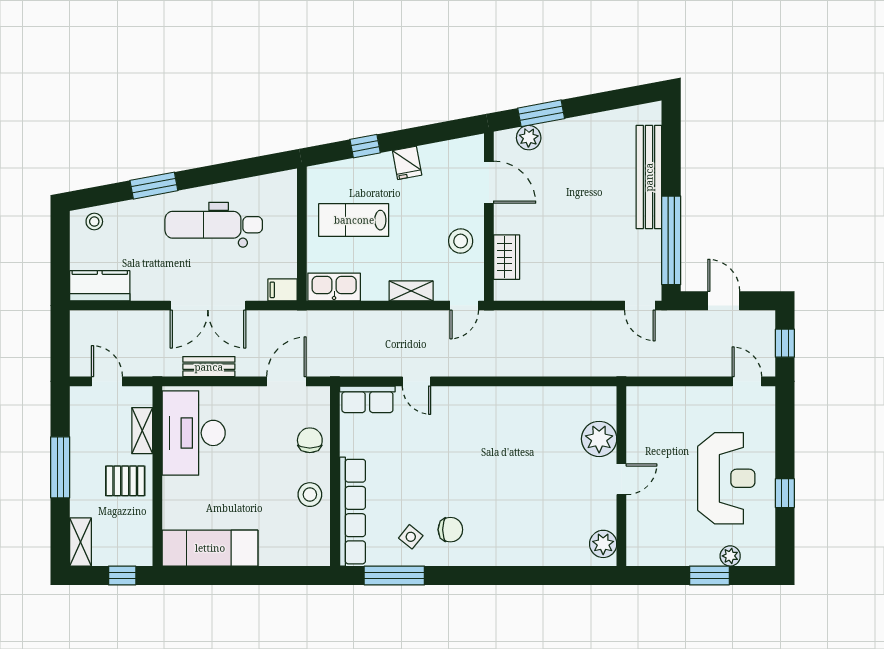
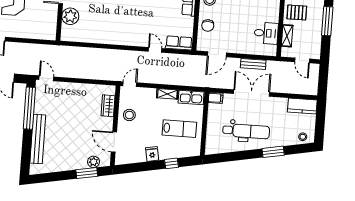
shelving: (411, 291) -> (167, 94), moved
desk: (194, 433) -> (266, 33), width x0.53, depth x0.77

